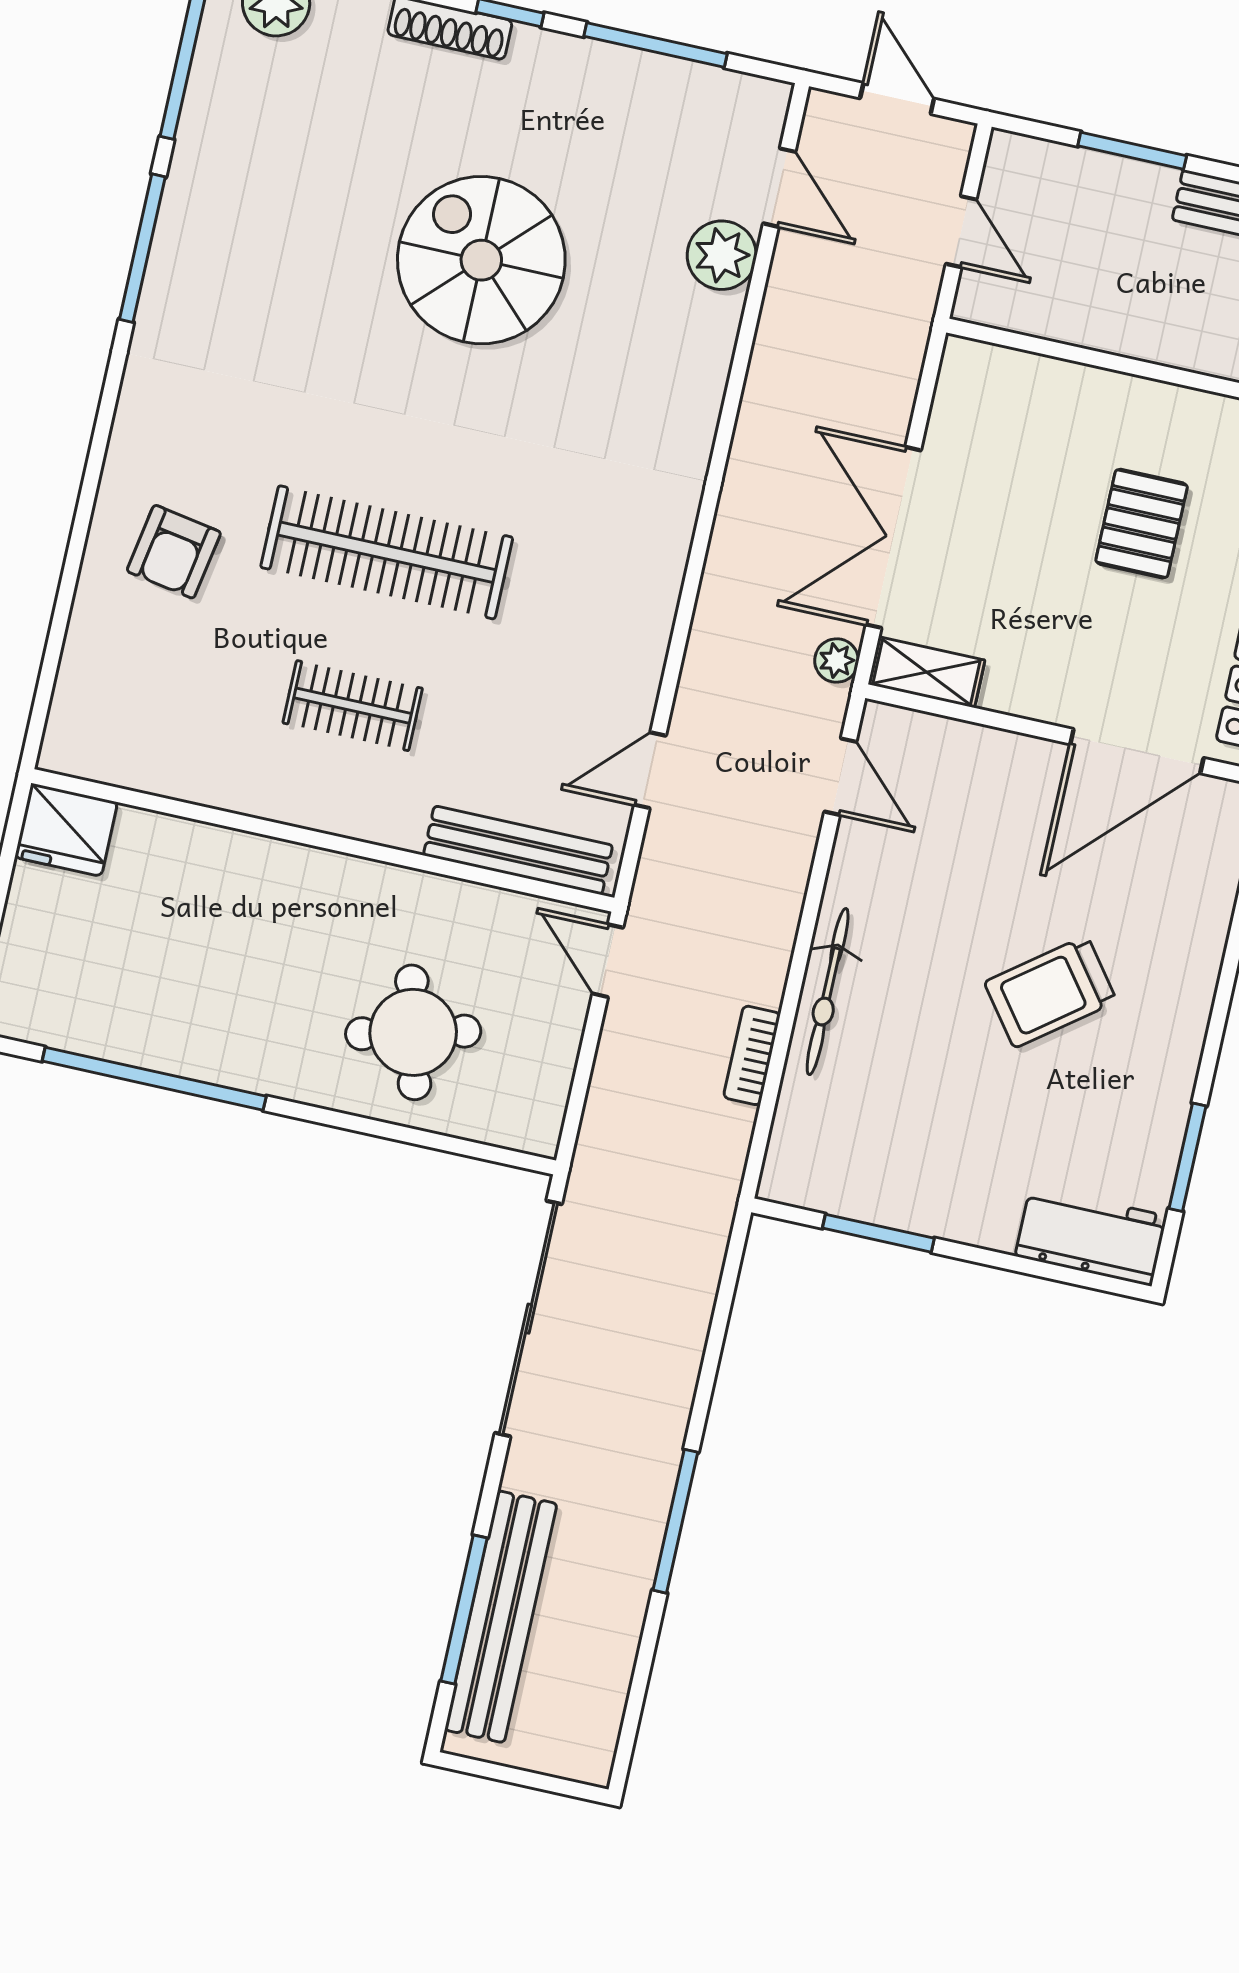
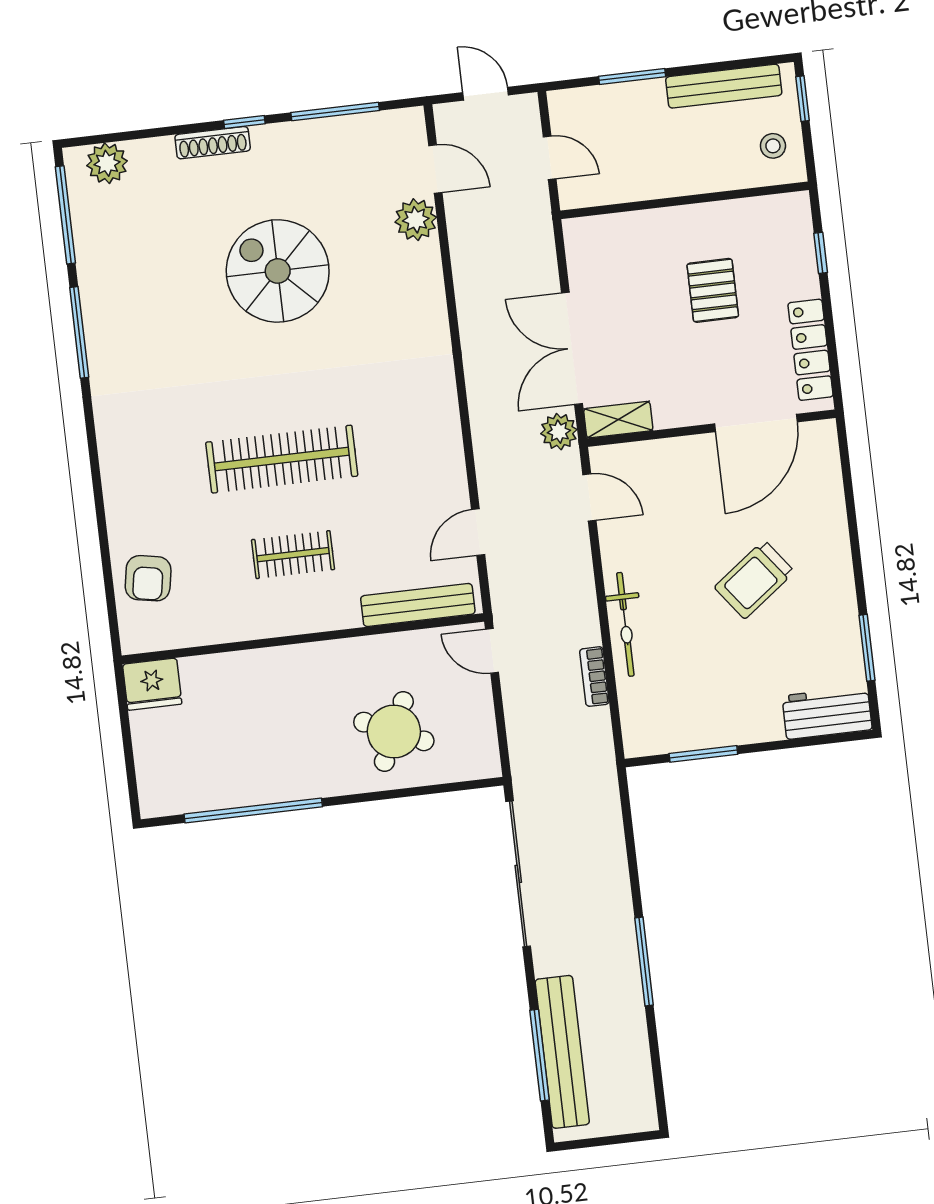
armchair: (174, 552) -> (148, 578), moved
plant: (837, 660) -> (559, 432), width x1.38, depth x1.38
round table: (413, 1032) -> (394, 731), turned 38

